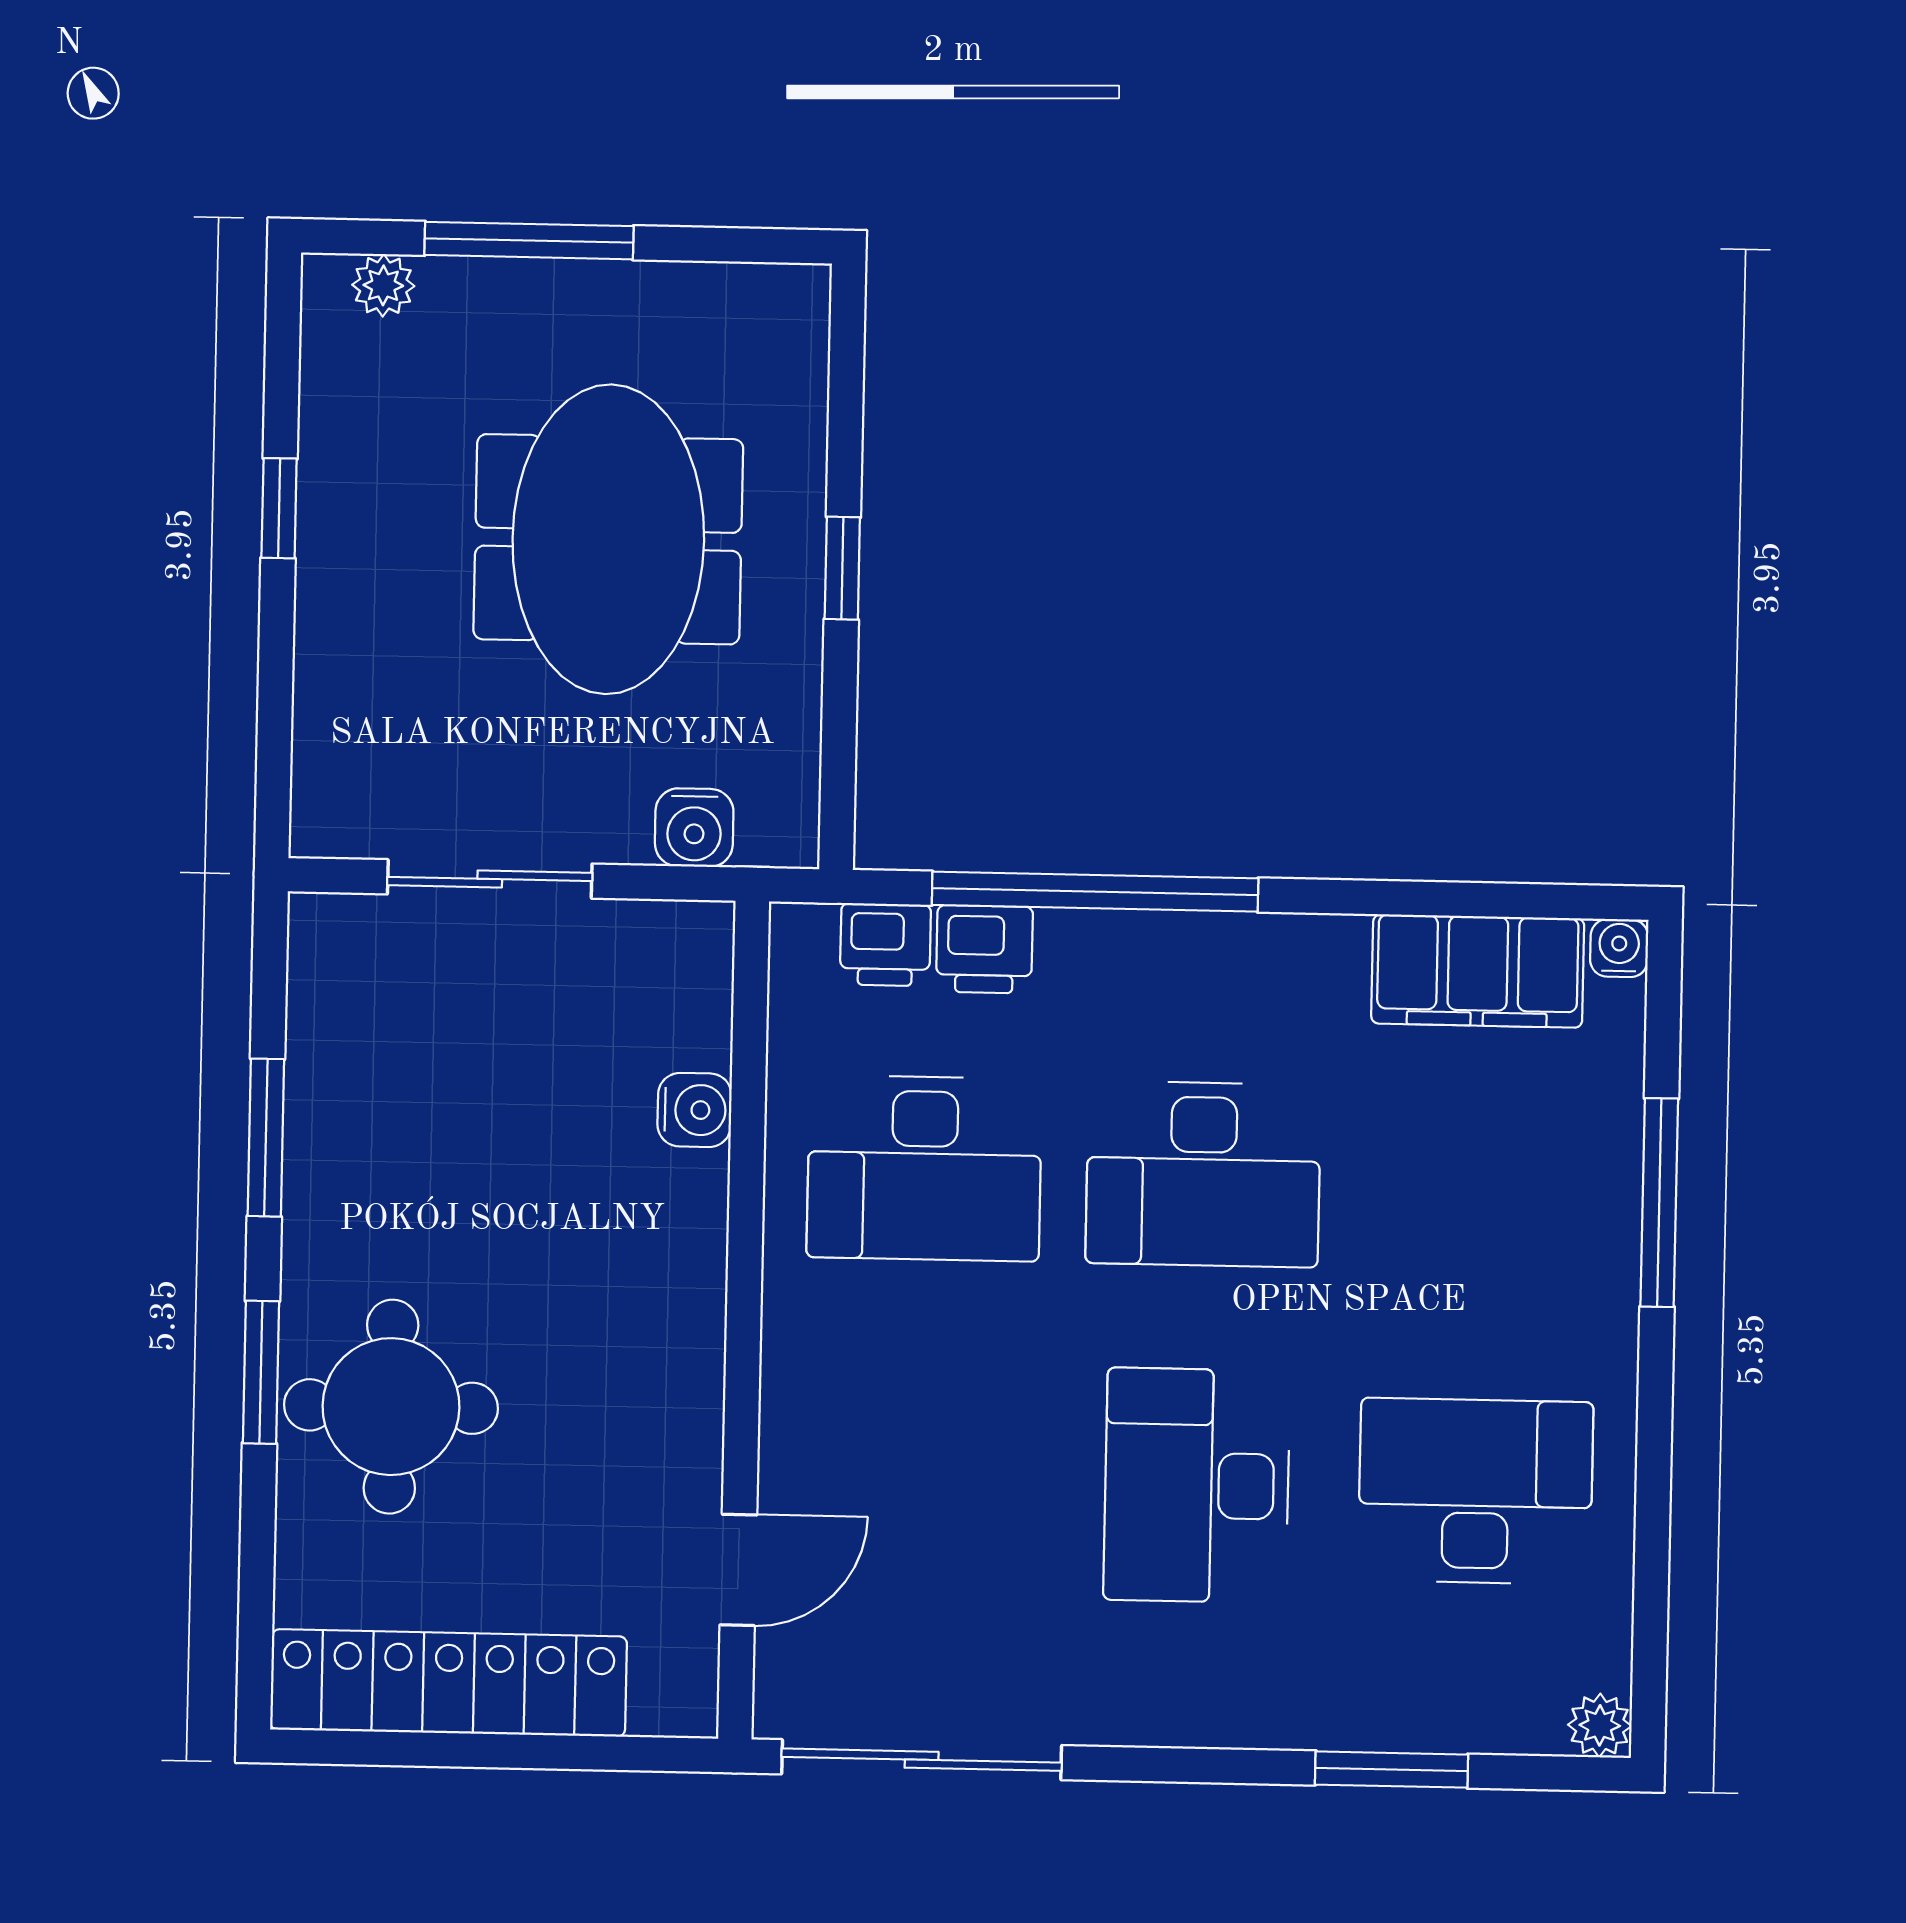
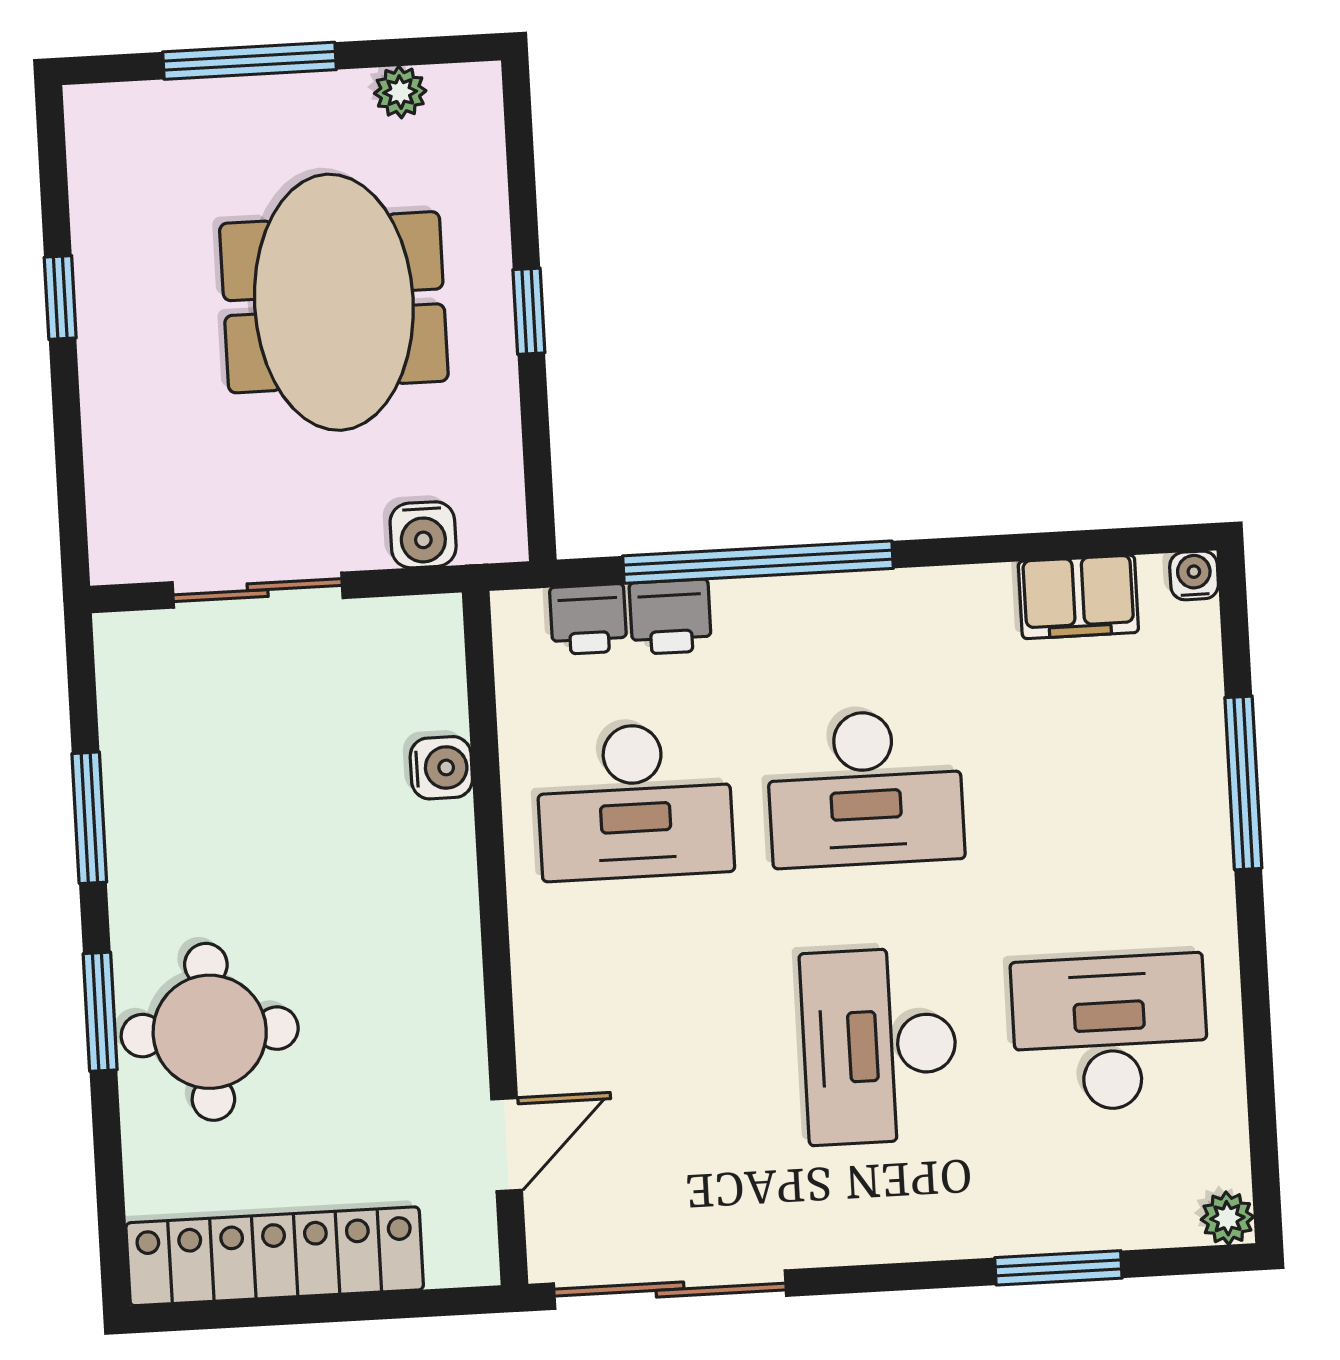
plant: (383, 285) -> (400, 92), moved
filing cabinet: (1478, 971) -> (1078, 597), width x0.67, depth x0.86

